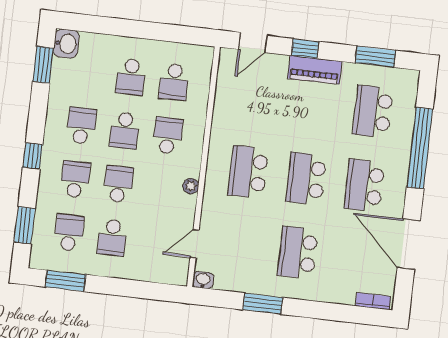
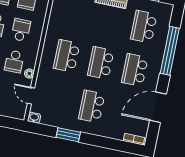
plant: (191, 186) -> (29, 74), moved
school desk: (162, 189) -> (14, 61), added
door: (195, 244) -> (31, 96), hinge flipped
door: (409, 244) -> (158, 107), hinge flipped

